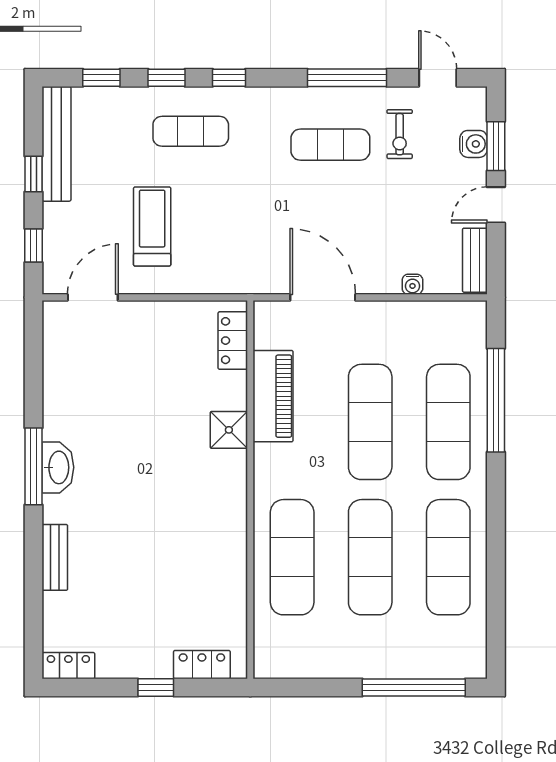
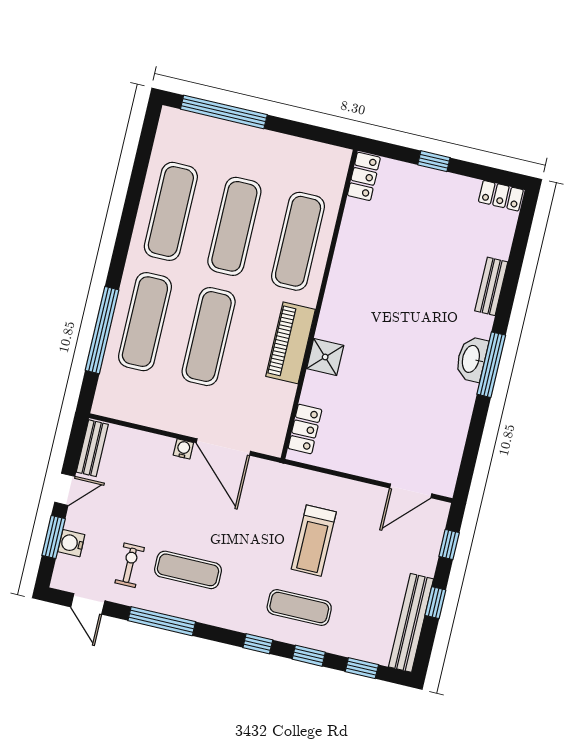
treadmill: (152, 226) -> (314, 541), moved
water cooler: (412, 284) -> (183, 449), moved
piano: (273, 396) -> (291, 343), moved
locker: (202, 665) -> (364, 176), moved, turned -90

